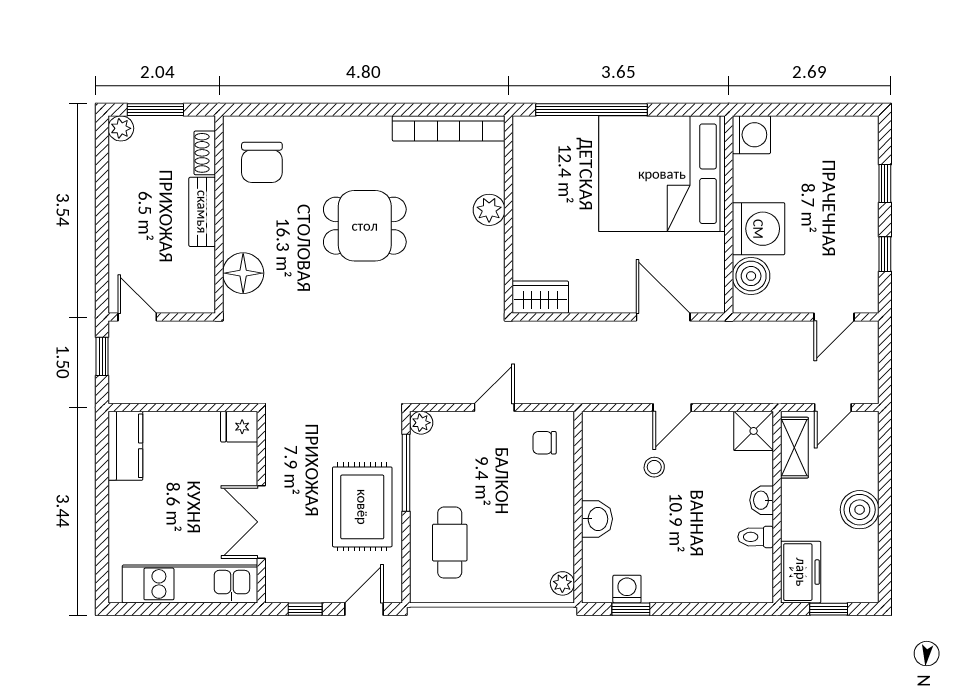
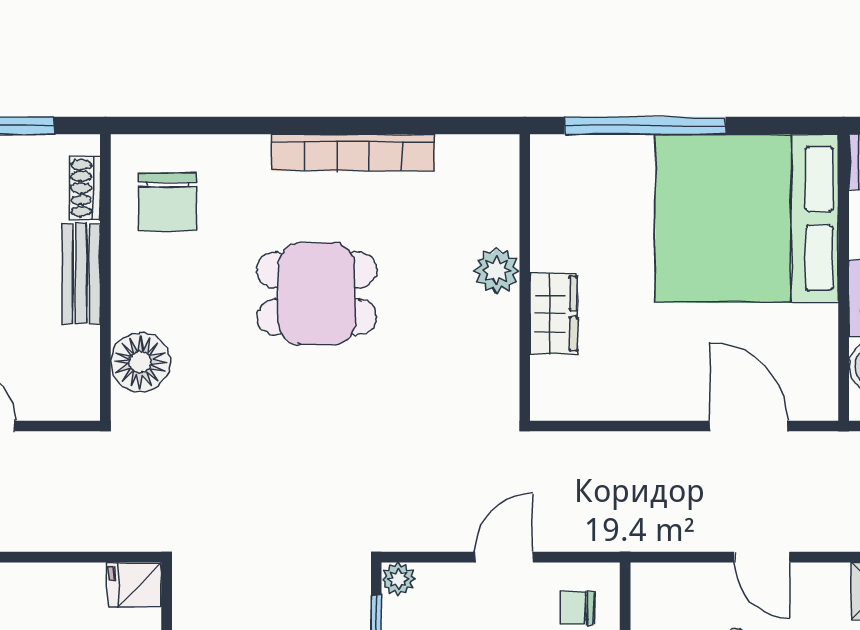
bookcase: (449, 128) -> (353, 153), moved
wardrobe: (540, 297) -> (554, 314), moved, turned 90
door: (672, 408) -> (762, 557), hinge flipped

